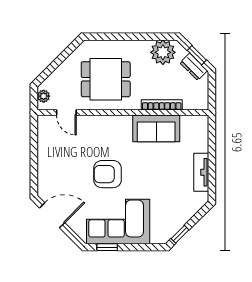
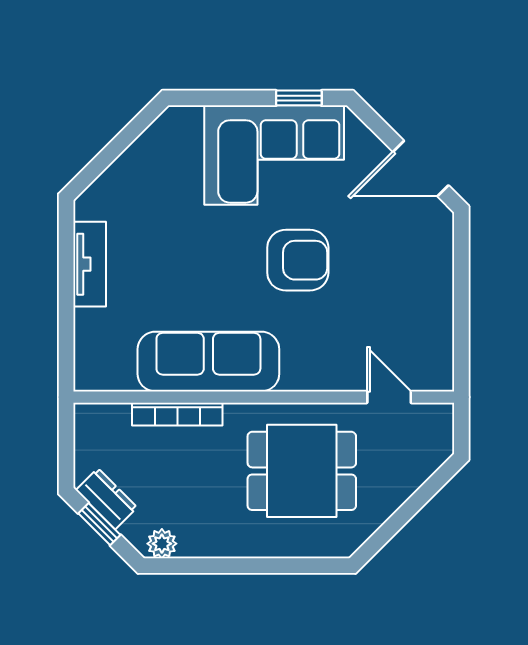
plant: (163, 52) -> (162, 544), width x0.53, depth x0.53
plant: (44, 96) -> (440, 433), removed
sofa: (156, 128) -> (208, 362), width x1.36
window: (180, 234) -> (137, 126), removed

